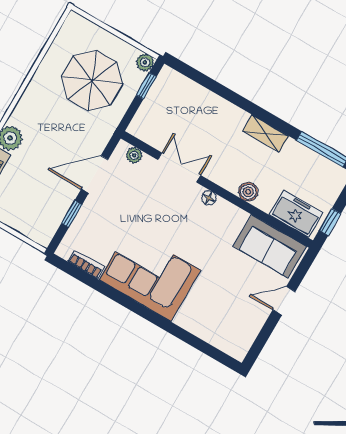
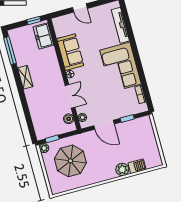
double door: (179, 167) -> (70, 96), swing flipped
boiler: (248, 192) -> (69, 119), moved
sofa: (270, 246) -> (70, 52), moved
tv unit: (206, 331) -> (120, 25), added

